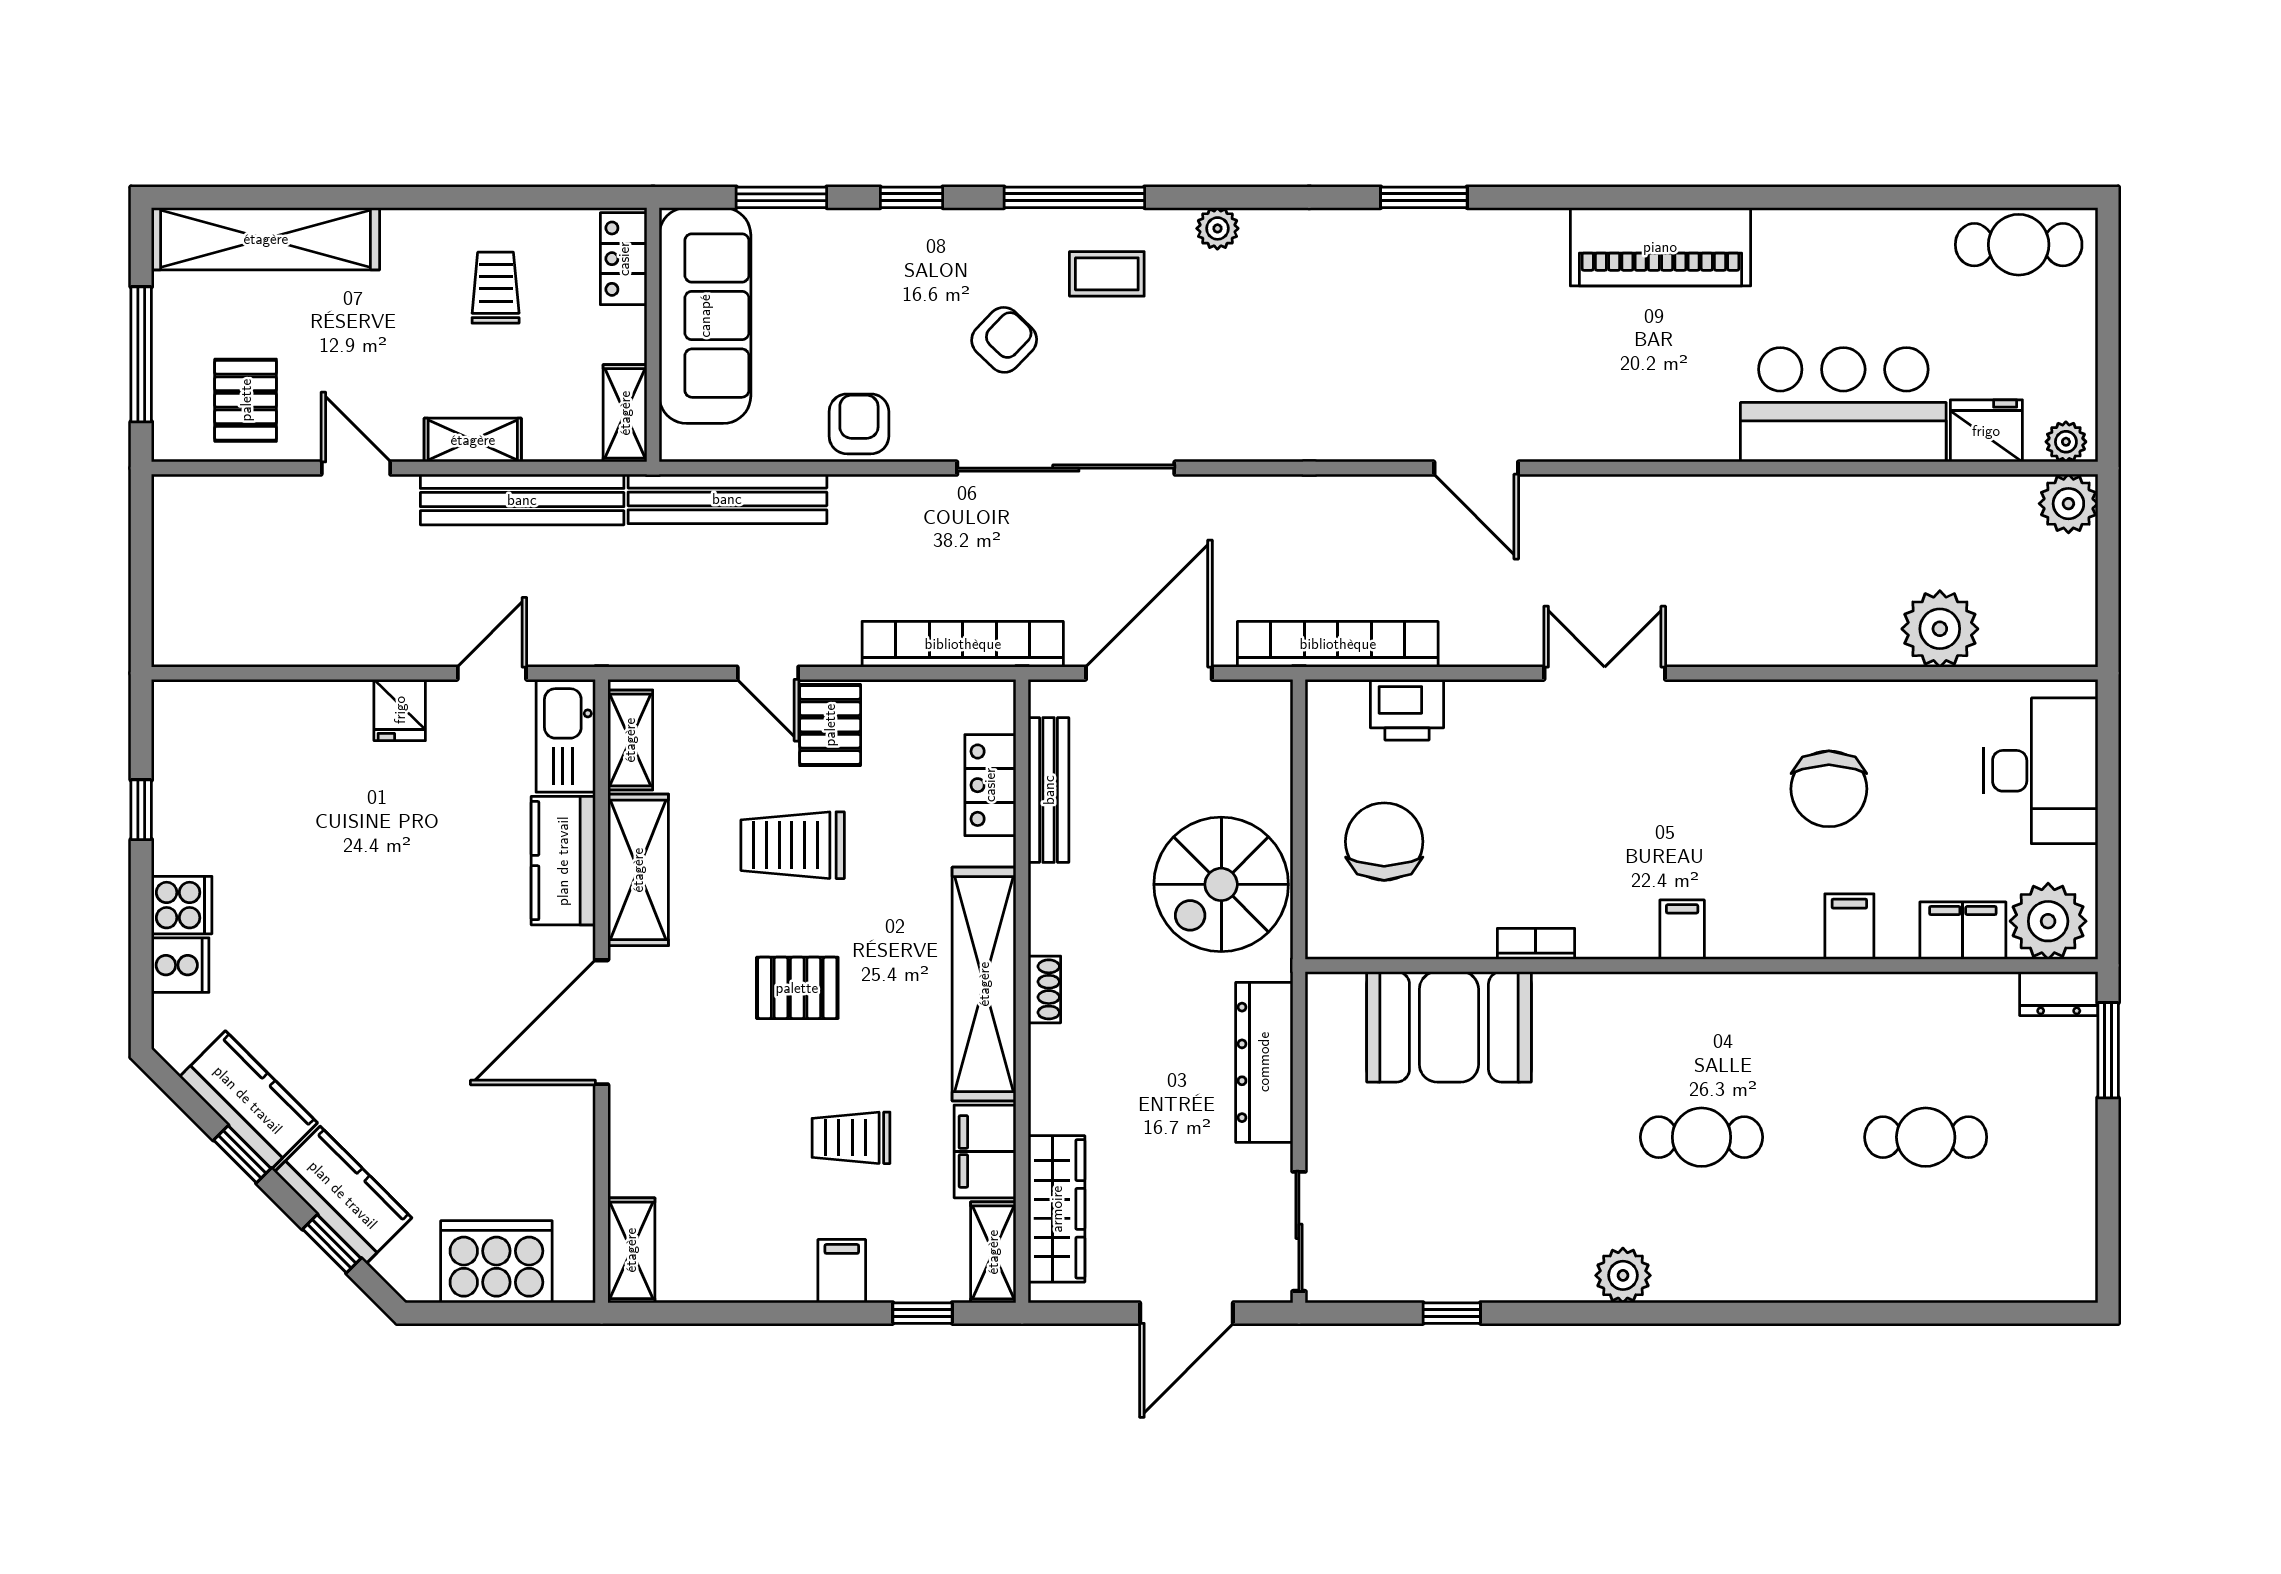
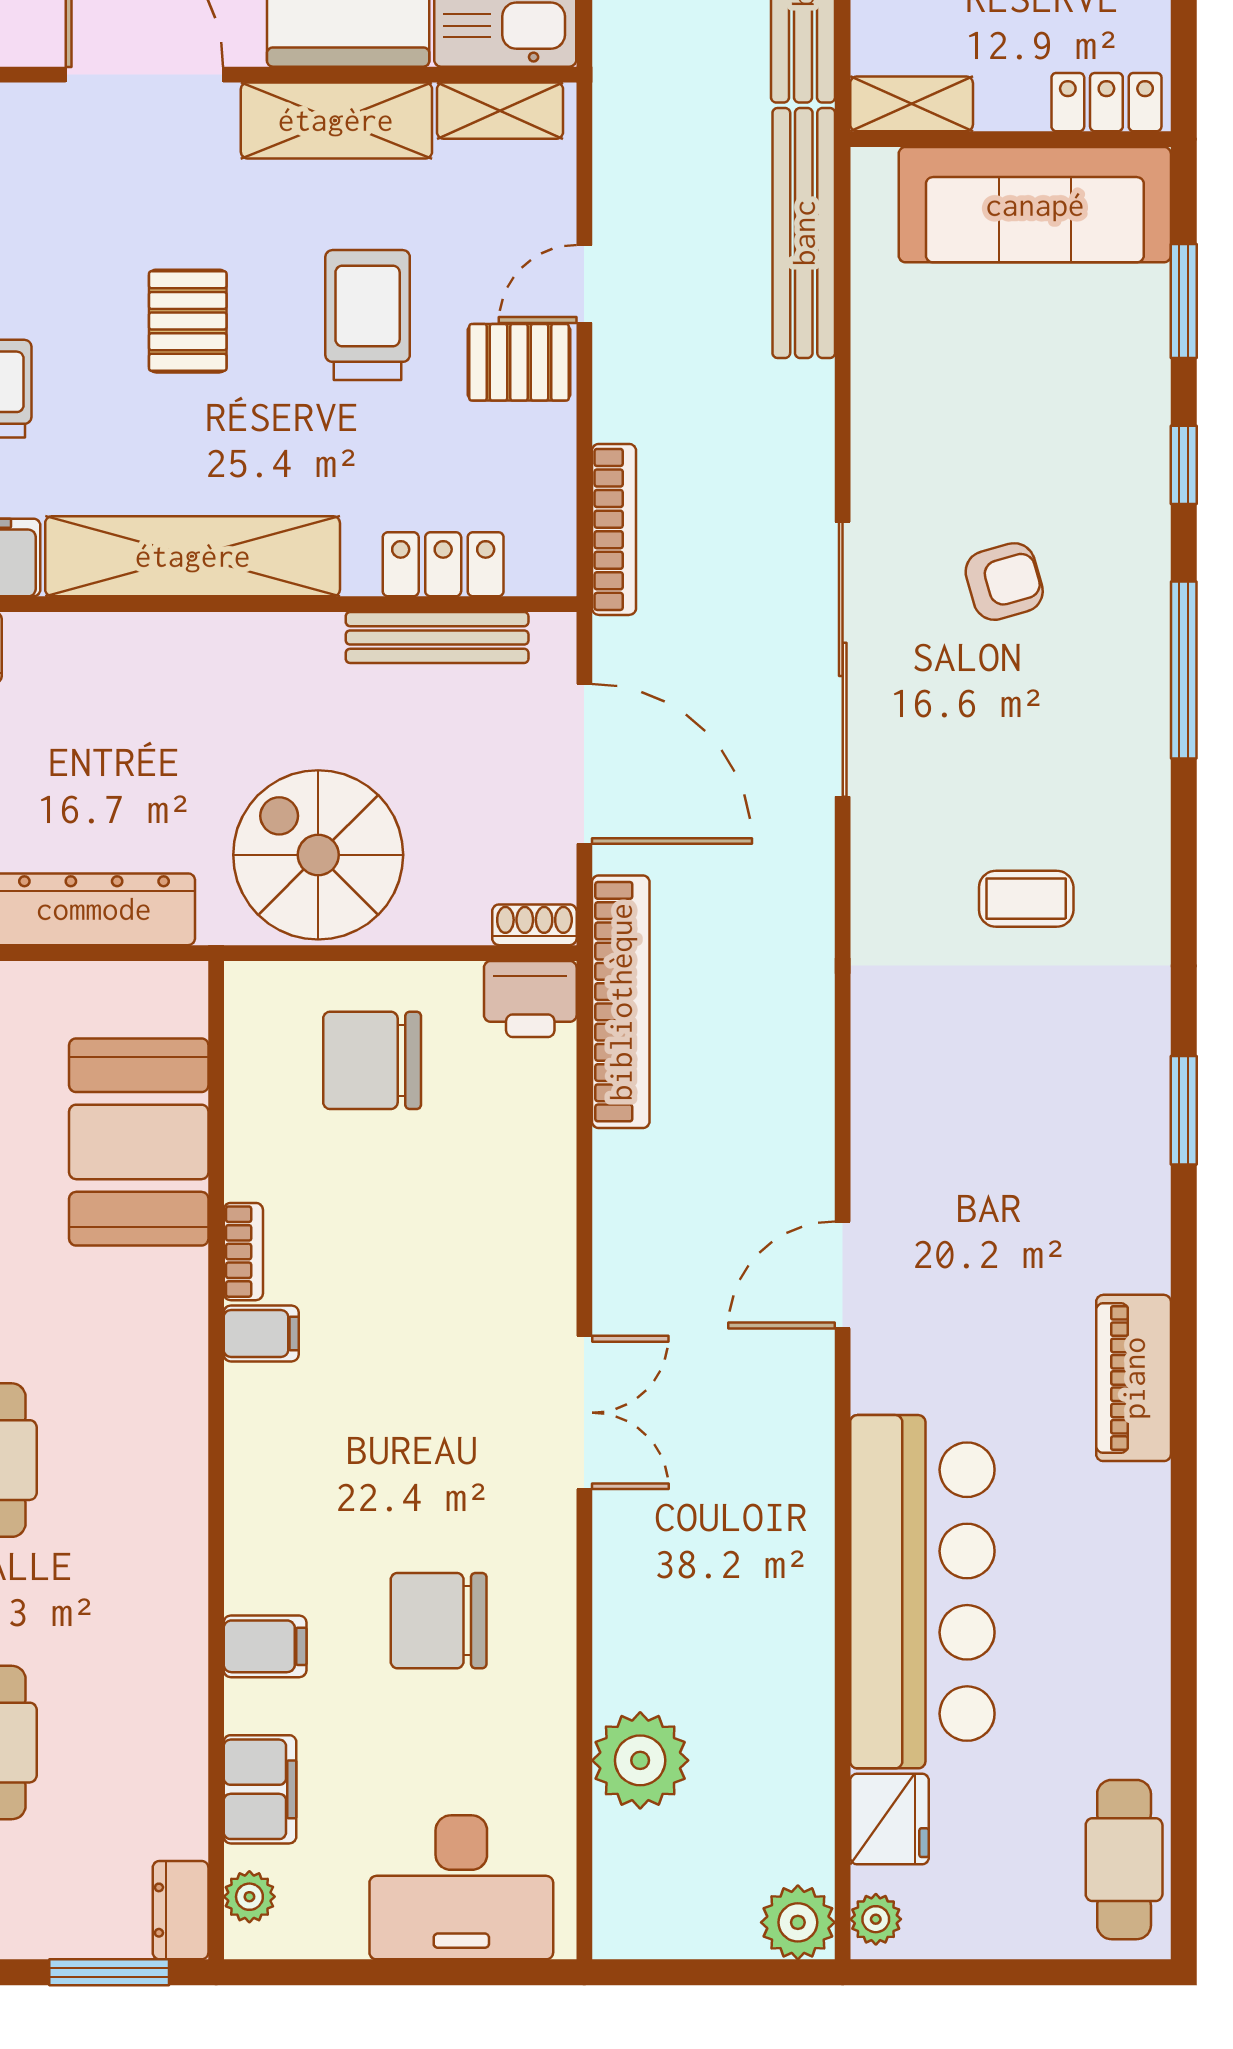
plant: (1217, 228) -> (1144, 850), removed
piano: (1660, 247) -> (1134, 1378), width x0.73, depth x0.75
coffee table: (1107, 274) -> (1026, 899), moved, turned 90
armchair: (1004, 340) -> (1004, 582), turned -60
bar counter: (1843, 405) -> (922, 1592), width x1.36
armchair: (859, 424) -> (898, 399), removed
door: (1476, 468) -> (843, 1275), moved
bookcase: (963, 644) -> (614, 529), width x0.68, depth x0.76
double door: (1605, 673) -> (584, 1413), moved
printer: (1407, 710) -> (530, 999), moved, turned -90
chair: (1384, 842) -> (372, 1060), turned 180
plant: (2048, 921) -> (249, 1897), width x0.53, depth x0.53
filing cabinet: (1682, 930) -> (261, 1333), moved
shoe rack: (1044, 989) -> (534, 925), moved, turned 180

